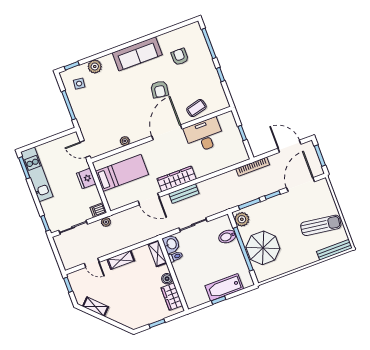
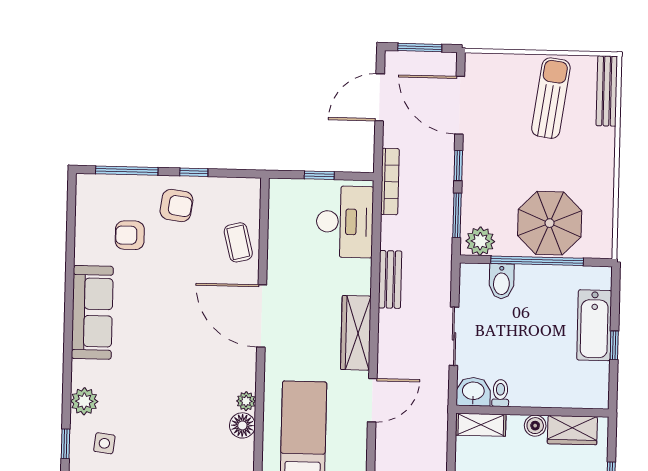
armchair: (160, 89) -> (176, 205), moved
desk: (204, 135) -> (345, 222), moved, turned 180
floor lamp: (113, 144) -> (242, 425), added
bench: (184, 194) -> (390, 279), moved

